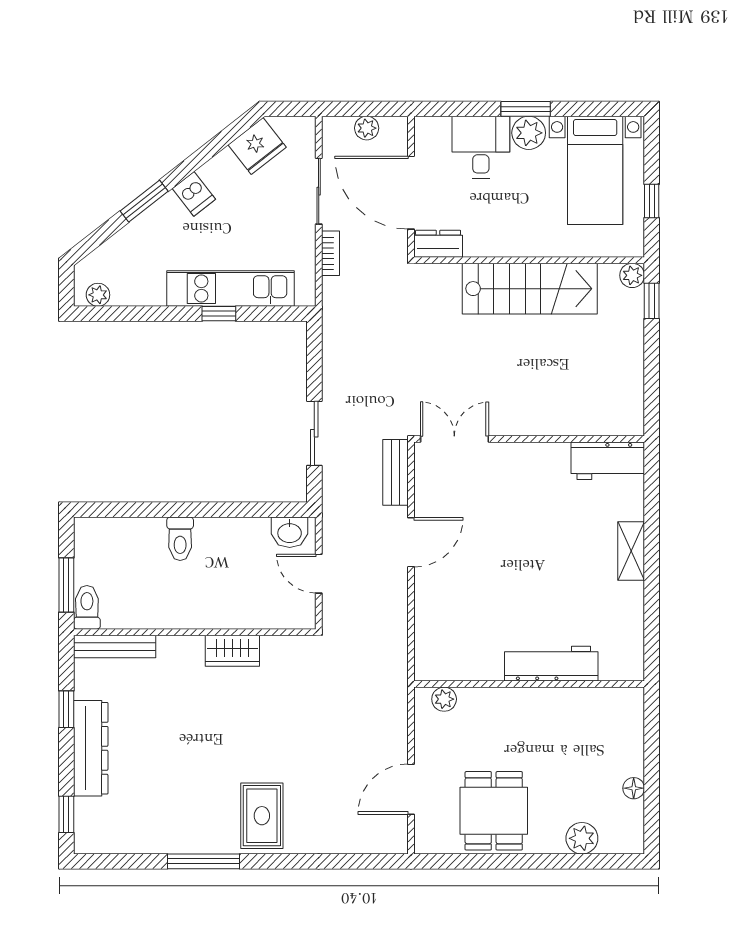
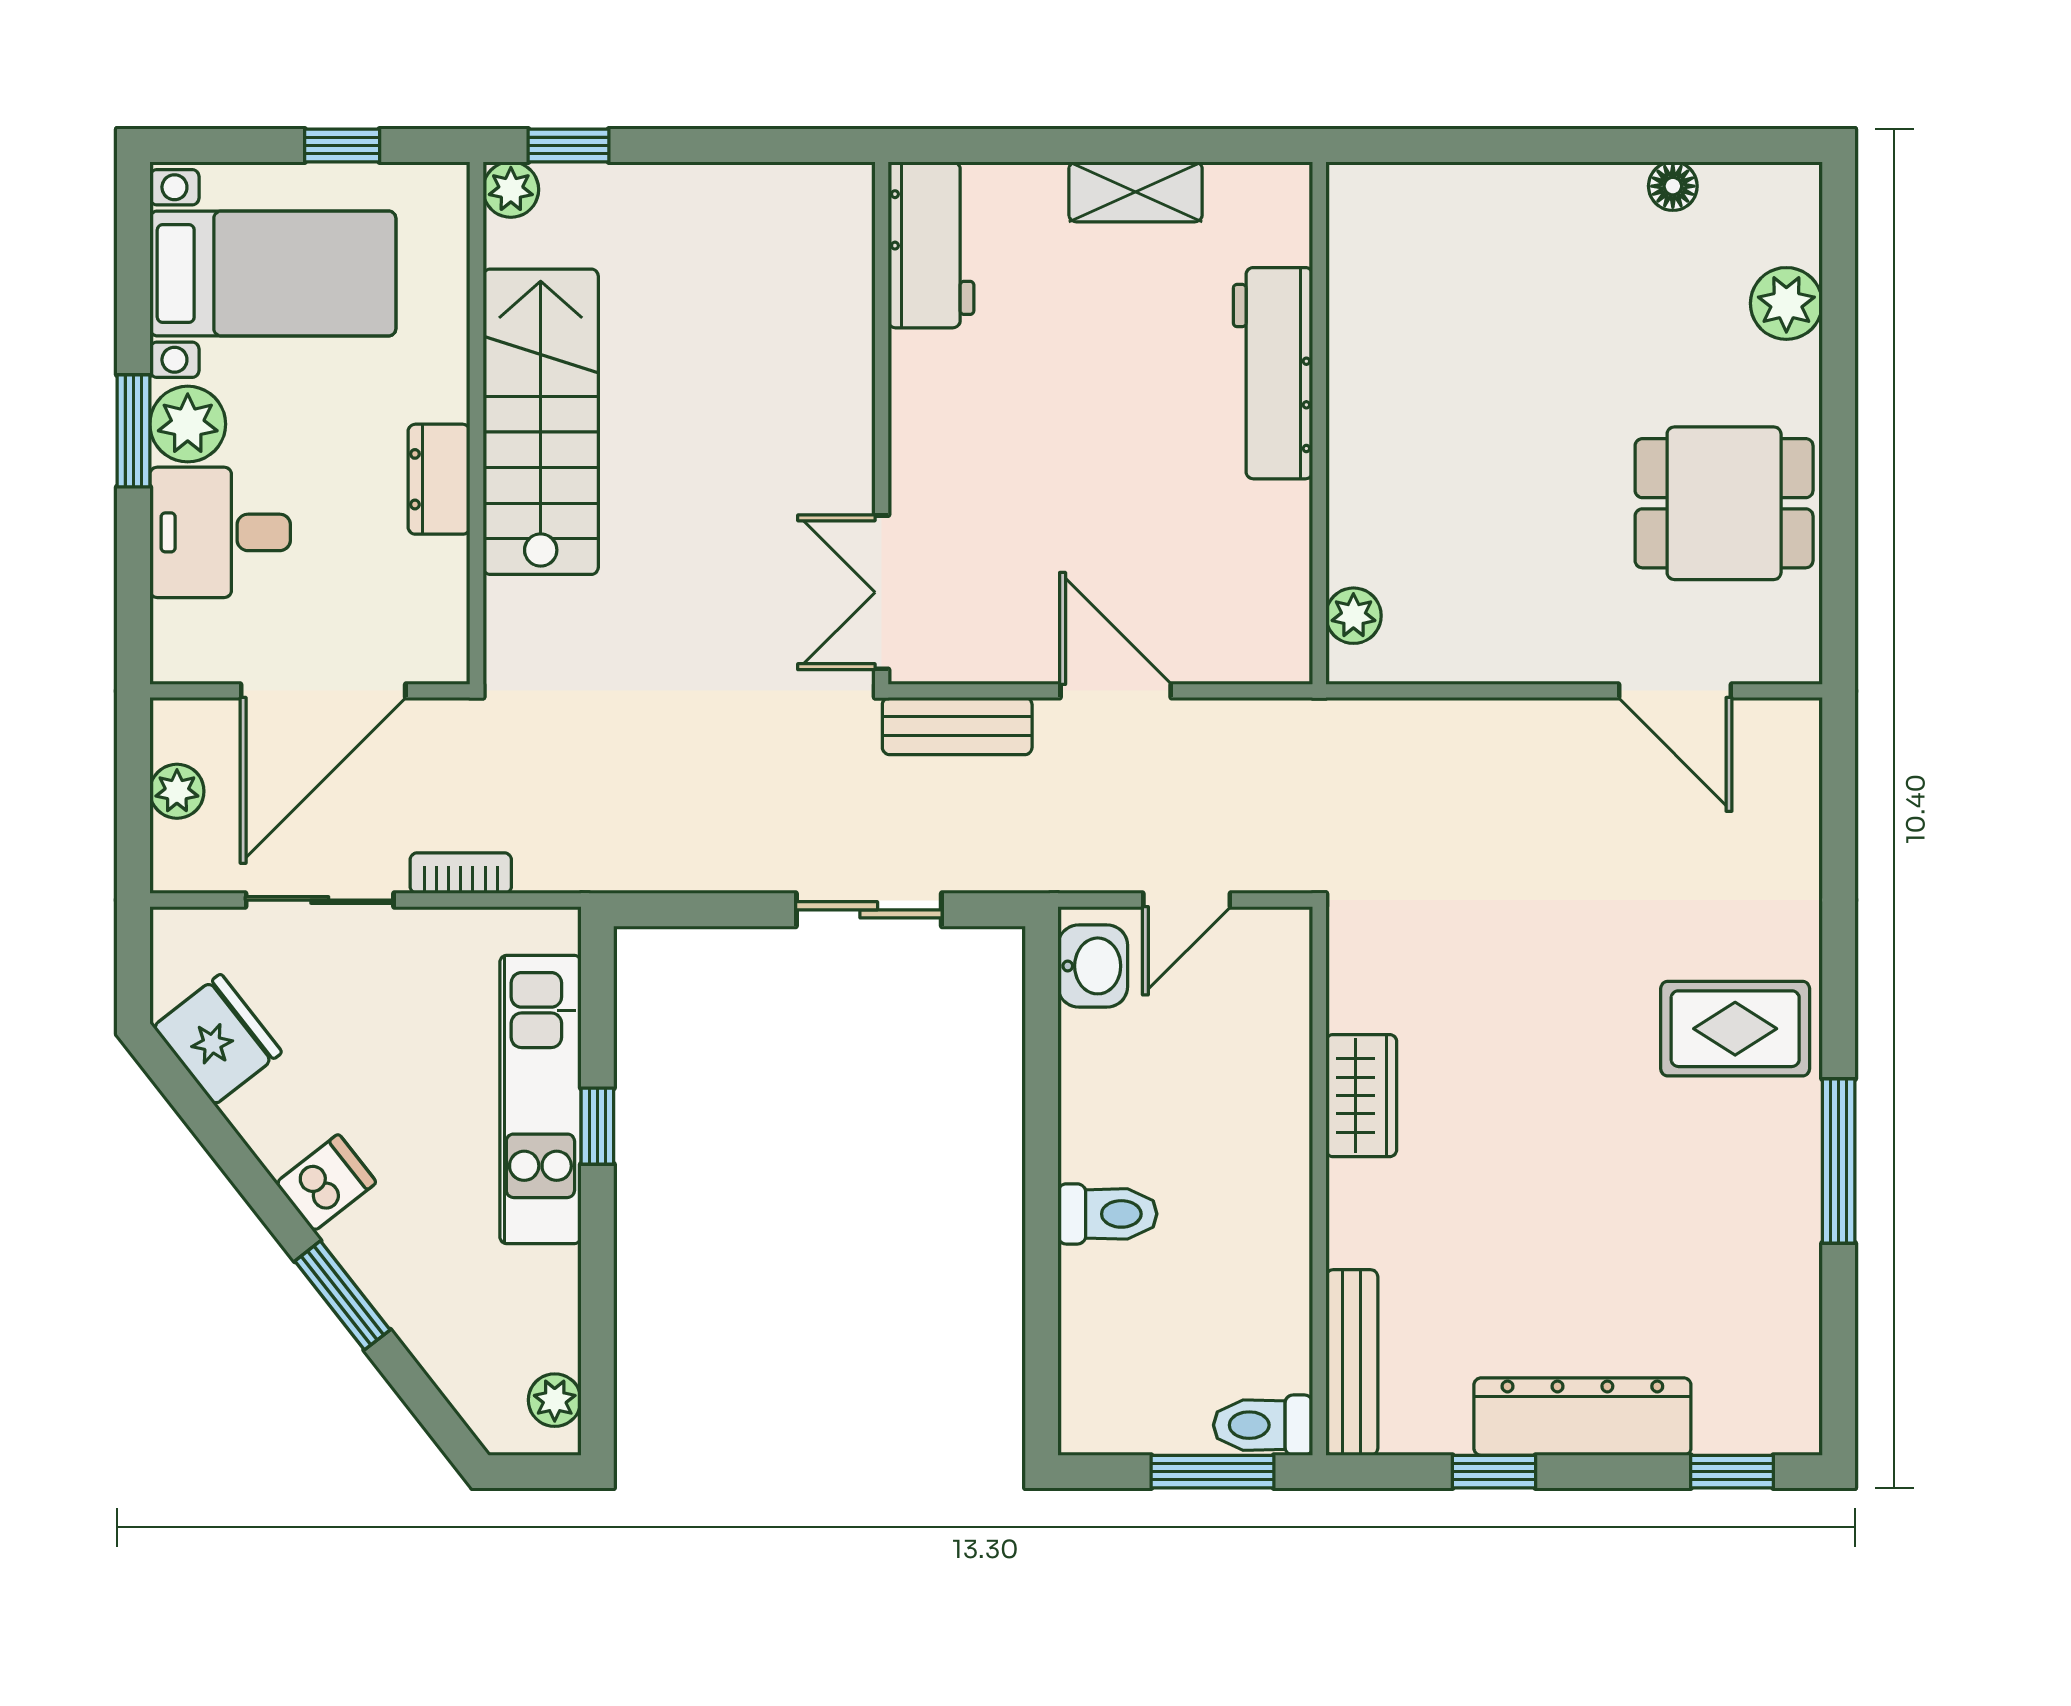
dresser: (438, 244) -> (439, 479), moved
workbench: (551, 664) -> (1273, 373), moved
wall: (529, 684) -> (1319, 423), moved
plant: (444, 699) -> (1353, 616), moved

